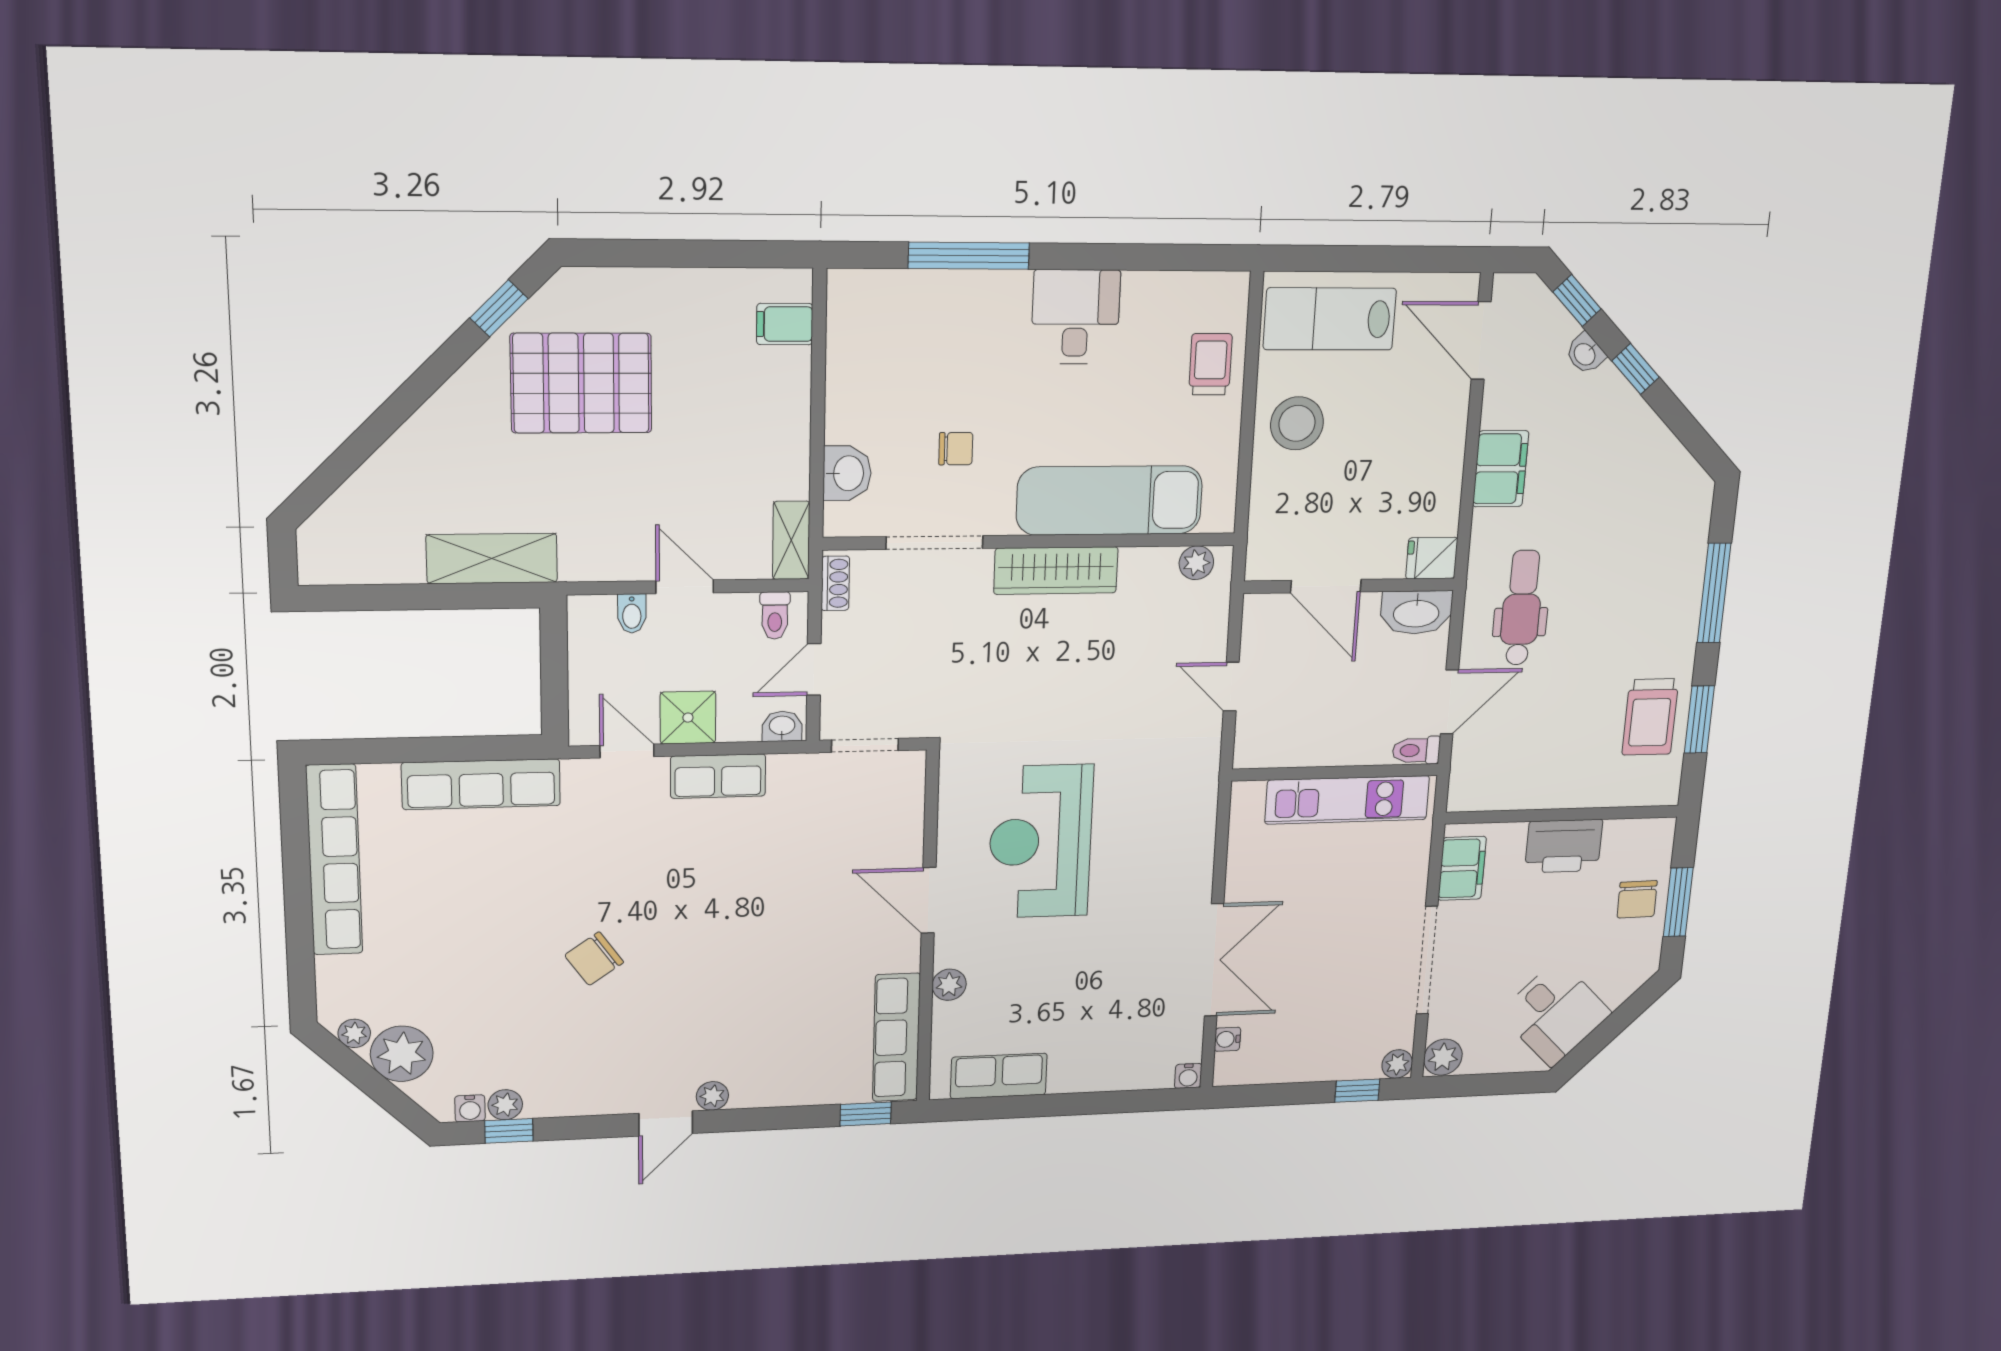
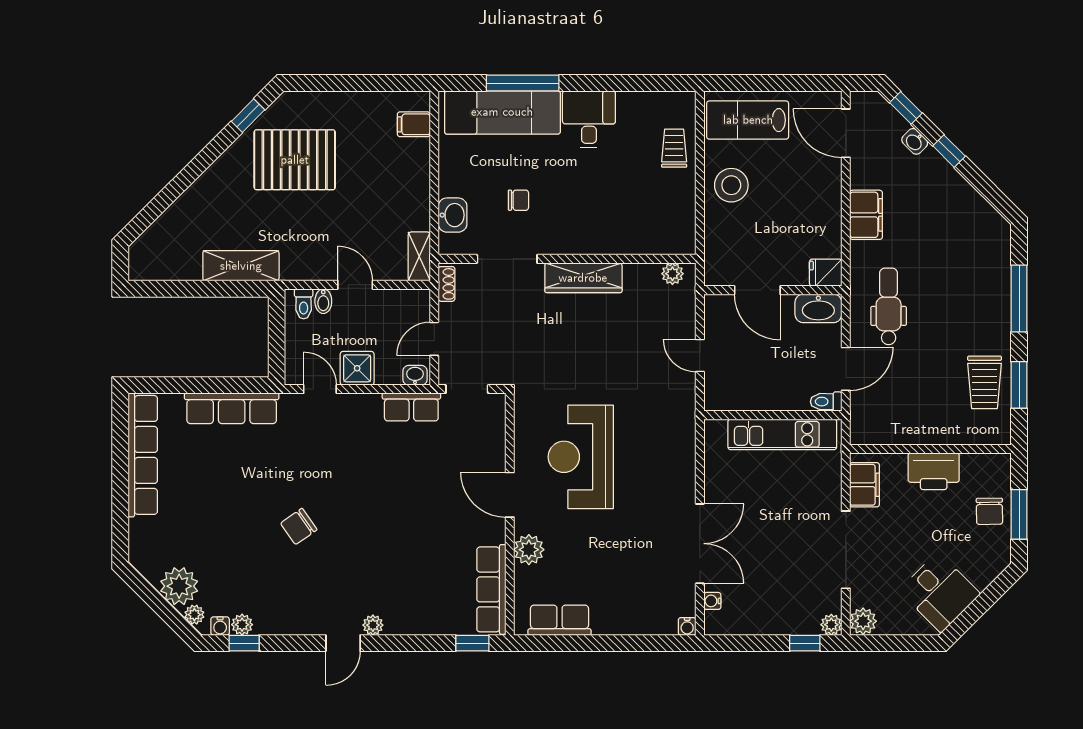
exam couch: (1109, 500) -> (502, 112), moved, turned 180
toilet: (775, 615) -> (304, 304), moved
row of seats: (718, 776) -> (411, 407), moved
plant: (949, 985) -> (529, 550), width x1.38, depth x1.38
plant: (354, 1033) -> (194, 615), moved

